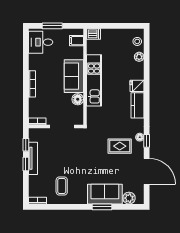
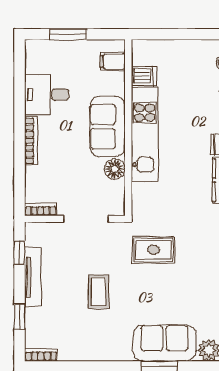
dishwasher: (94, 34) -> (144, 76), moved
desk: (41, 42) -> (47, 95), moved
rug: (120, 146) -> (154, 250), moved
window: (26, 164) -> (20, 317), moved
coffee table: (62, 186) -> (99, 292), moved

